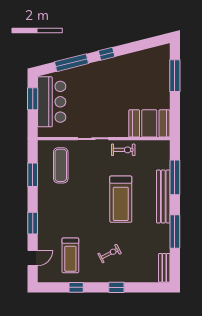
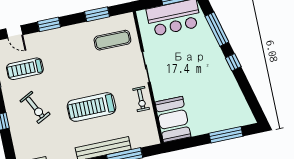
exercise bike: (110, 254) -> (35, 107), width x1.38, depth x1.39

